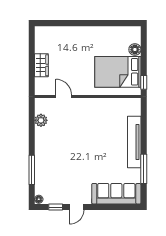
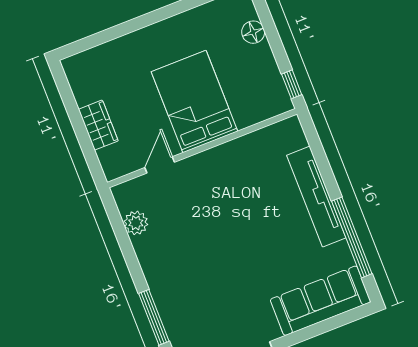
bed: (118, 72) -> (194, 102), moved, turned 90
door: (64, 97) -> (160, 165), hinge flipped
window: (144, 169) -> (352, 237), width x1.46

